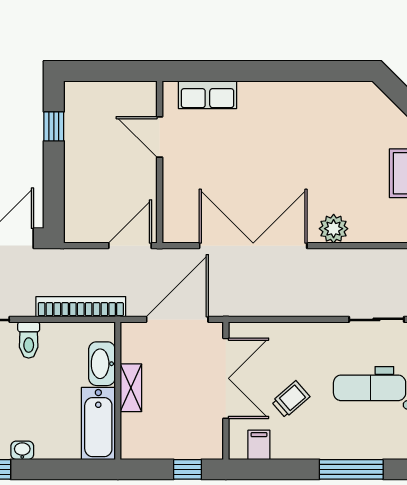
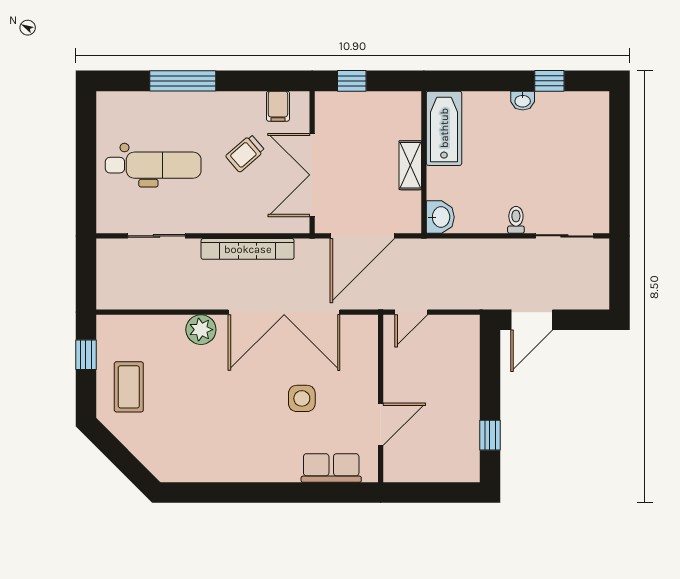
door: (160, 137) -> (381, 424), hinge flipped
side table: (236, 162) -> (302, 398), added
door: (130, 246) -> (411, 312), width x0.73
bookcase: (81, 307) -> (248, 249), moved
toilet: (29, 340) -> (516, 220), width x0.73, depth x0.72
washbasin: (102, 364) -> (440, 217), moved, width x0.72

